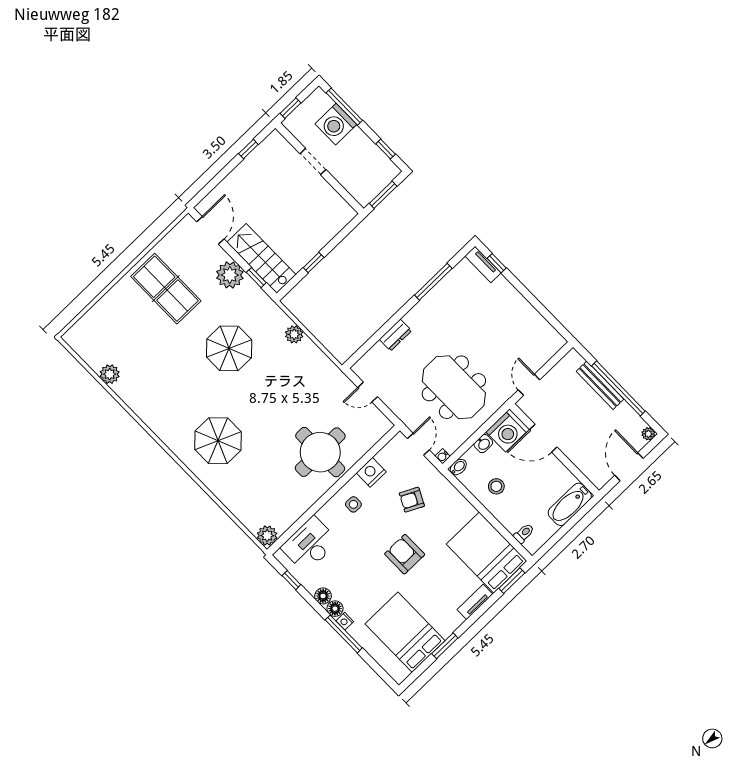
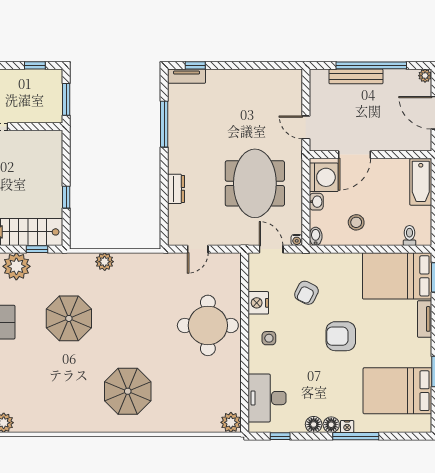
meeting table: (454, 387) -> (255, 183), turned 90

